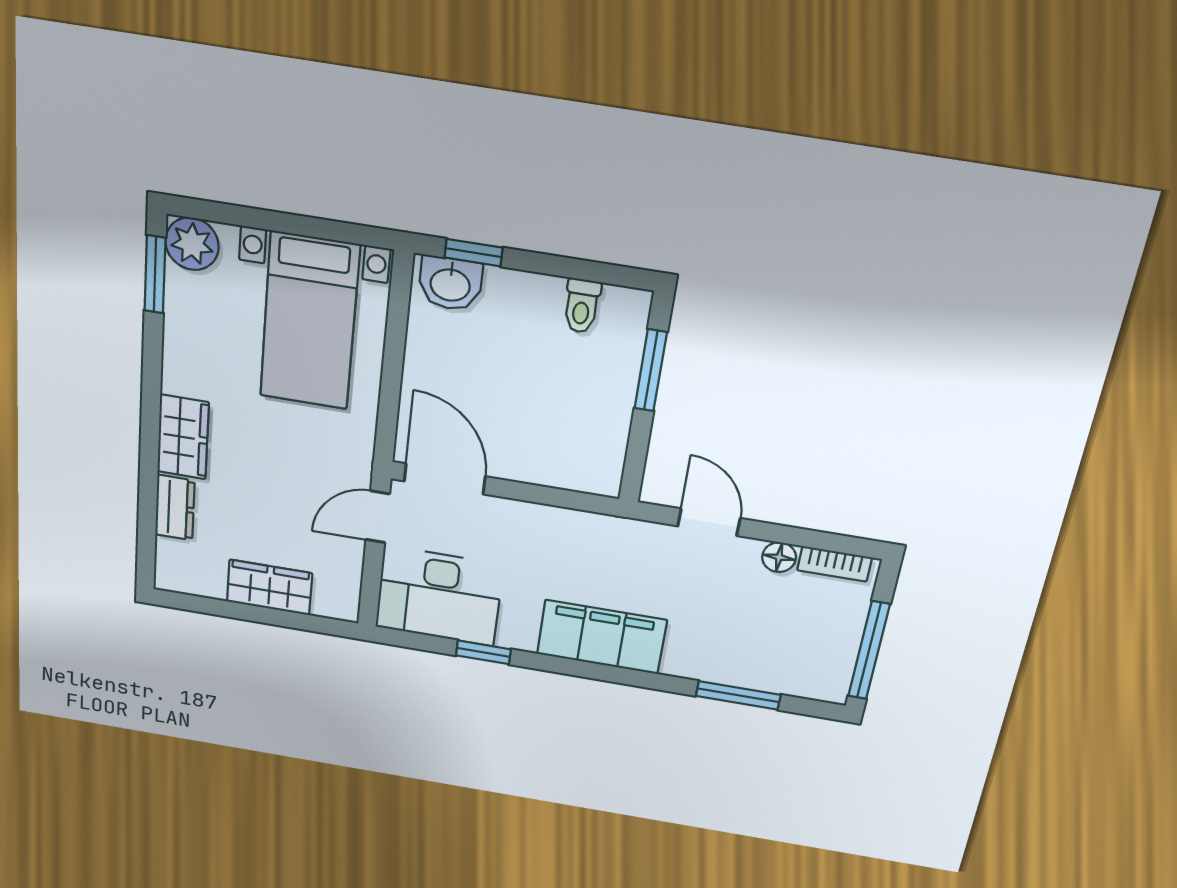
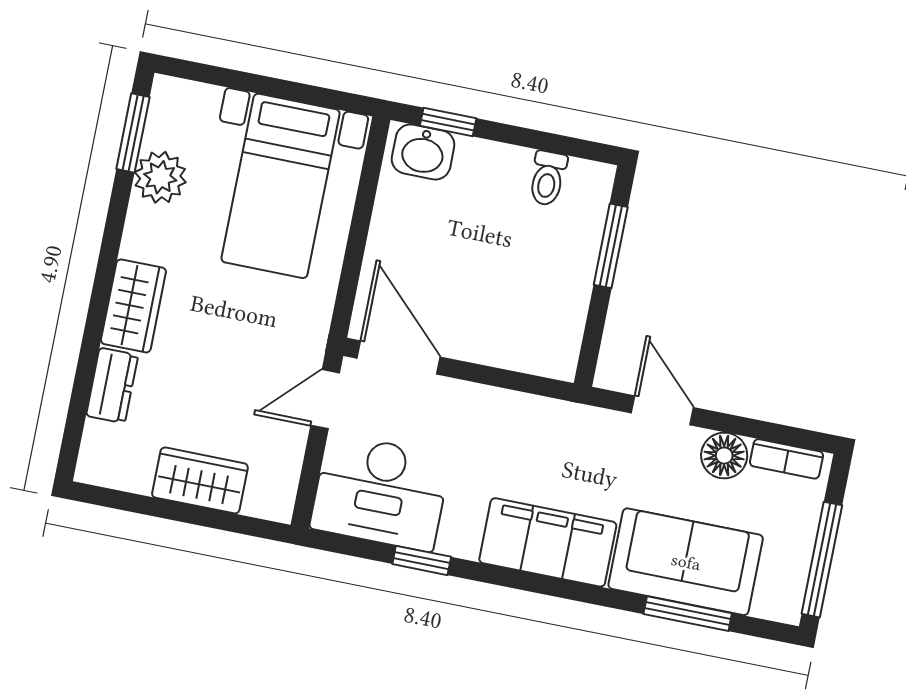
plant: (192, 244) -> (160, 177), moved
floor lamp: (779, 557) -> (724, 456), width x1.37, depth x1.37
sofa: (735, 653) -> (686, 562), added

